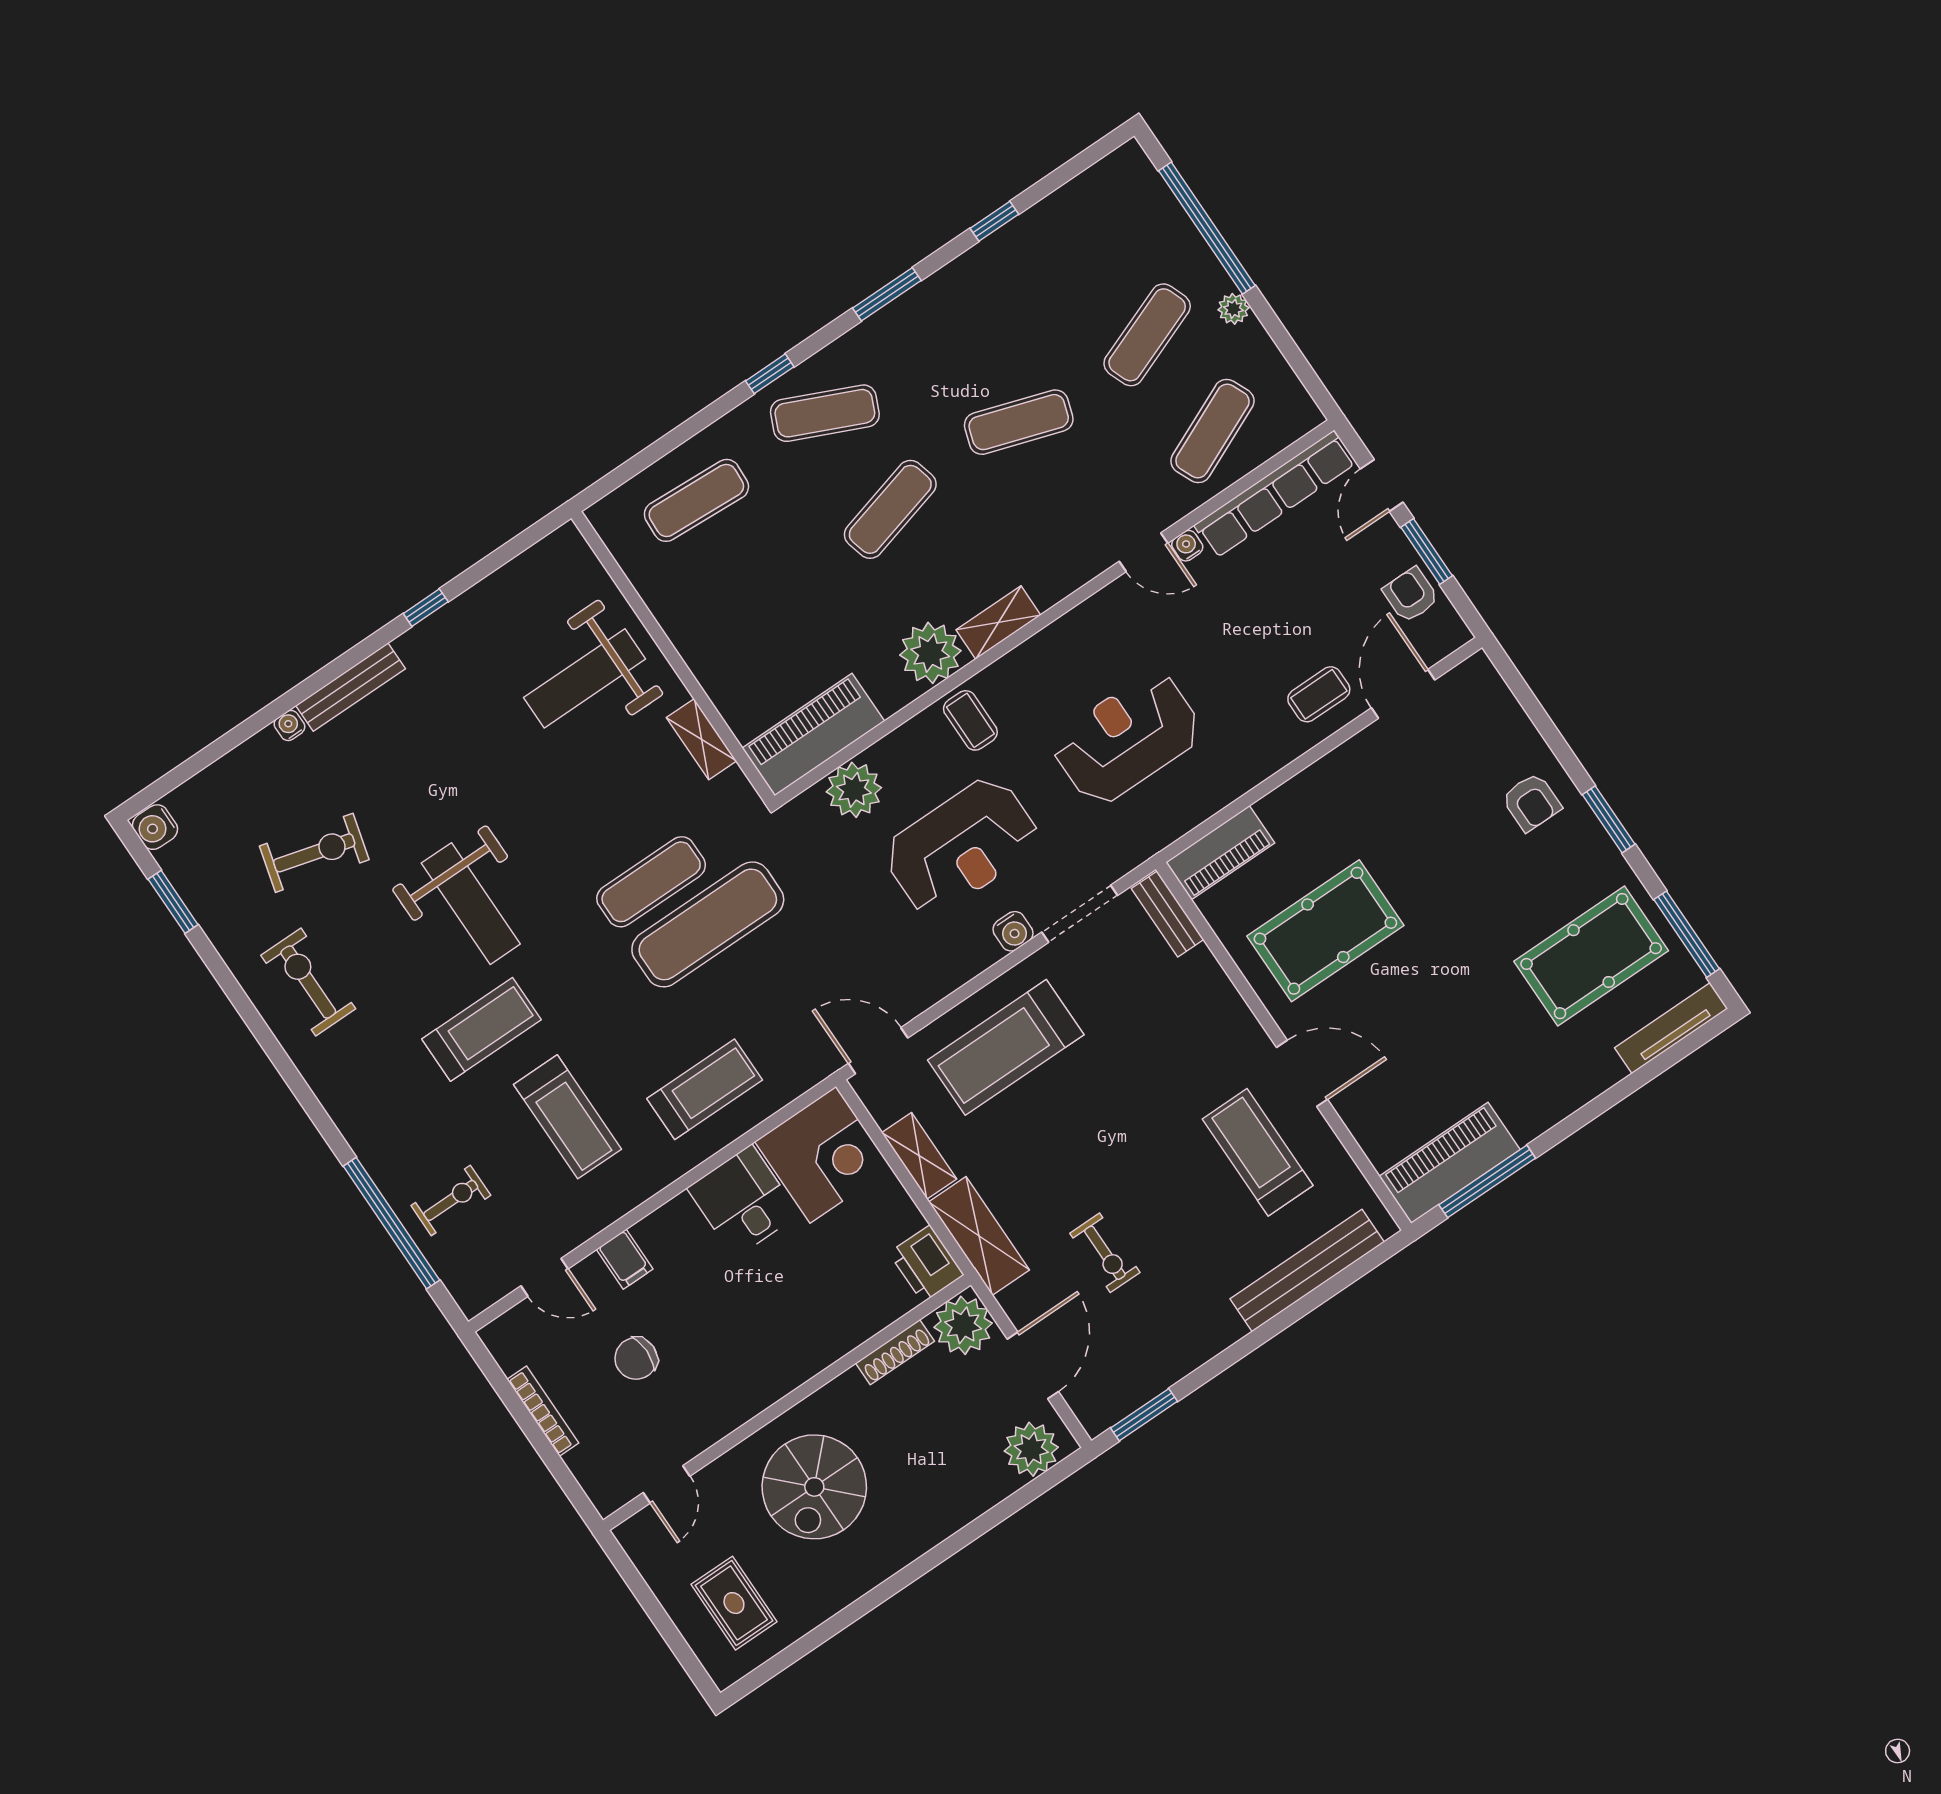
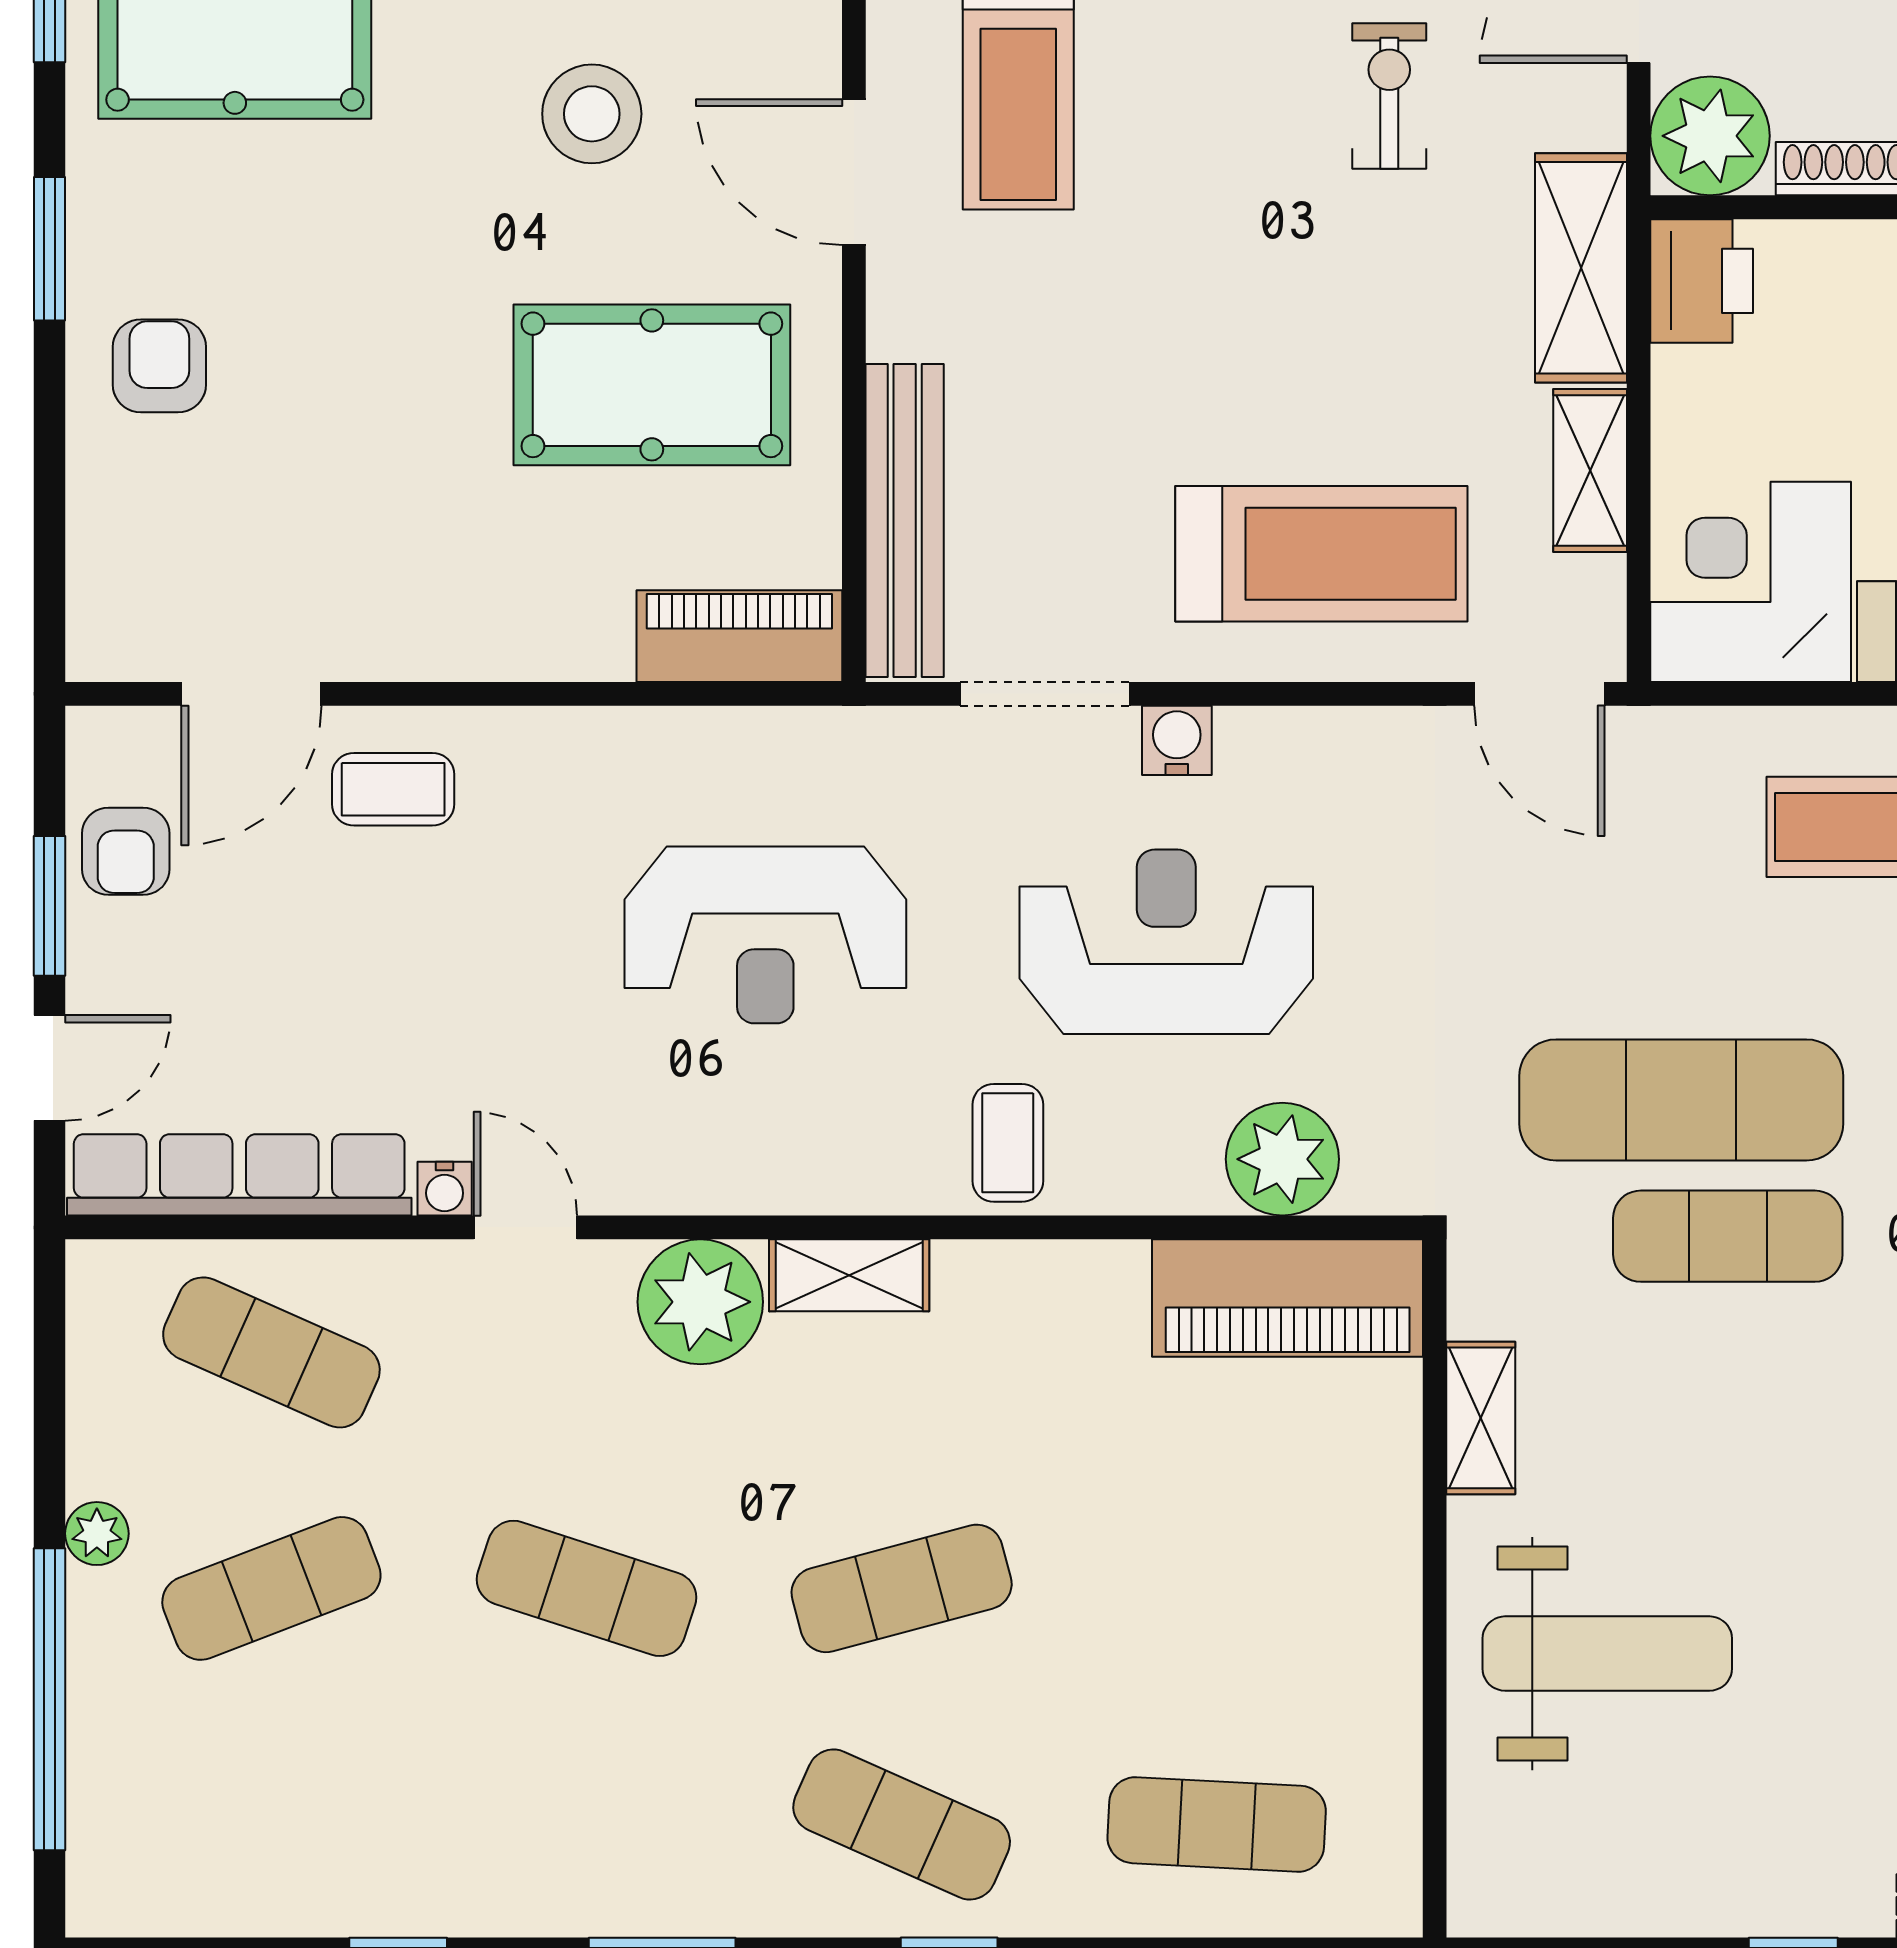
exercise mat: (1212, 431) -> (271, 1352), turned 48
plant: (930, 653) -> (700, 1302), moved
bench: (1168, 914) -> (905, 521), width x1.86, depth x1.21
stool: (1425, 1025) -> (592, 114), added

